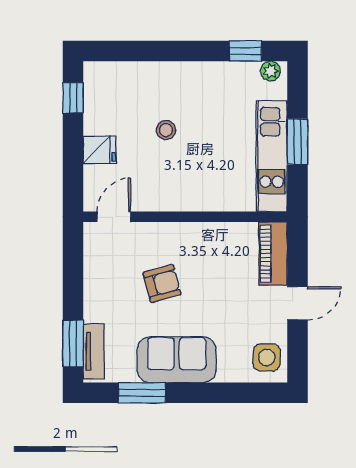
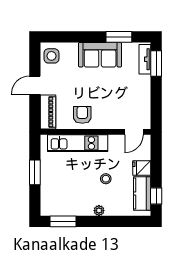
window: (245, 51) -> (63, 221), width x1.50
plant: (270, 71) -> (99, 211), moved
kitchen counter: (99, 103) -> (142, 193), added
kitchen unit: (272, 156) -> (78, 143), moved, turned 90
armchair: (162, 284) -> (82, 115), moved, turned 105

